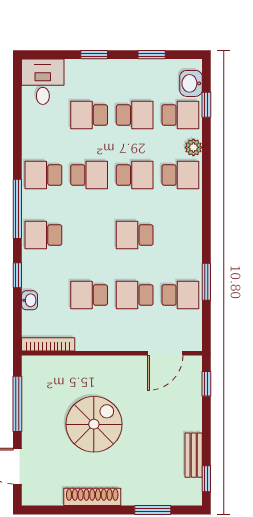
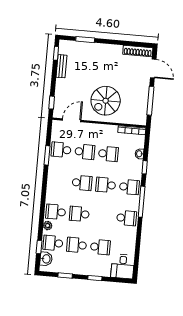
school desk: (89, 175) -> (106, 185), moved
spiral stairs: (94, 424) -> (106, 101), moved
shoe rack: (92, 497) -> (138, 51), moved

